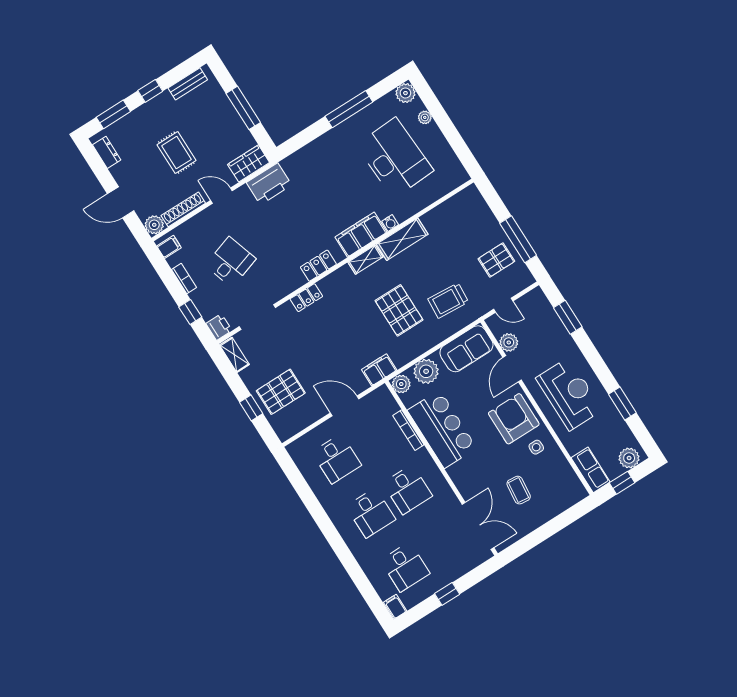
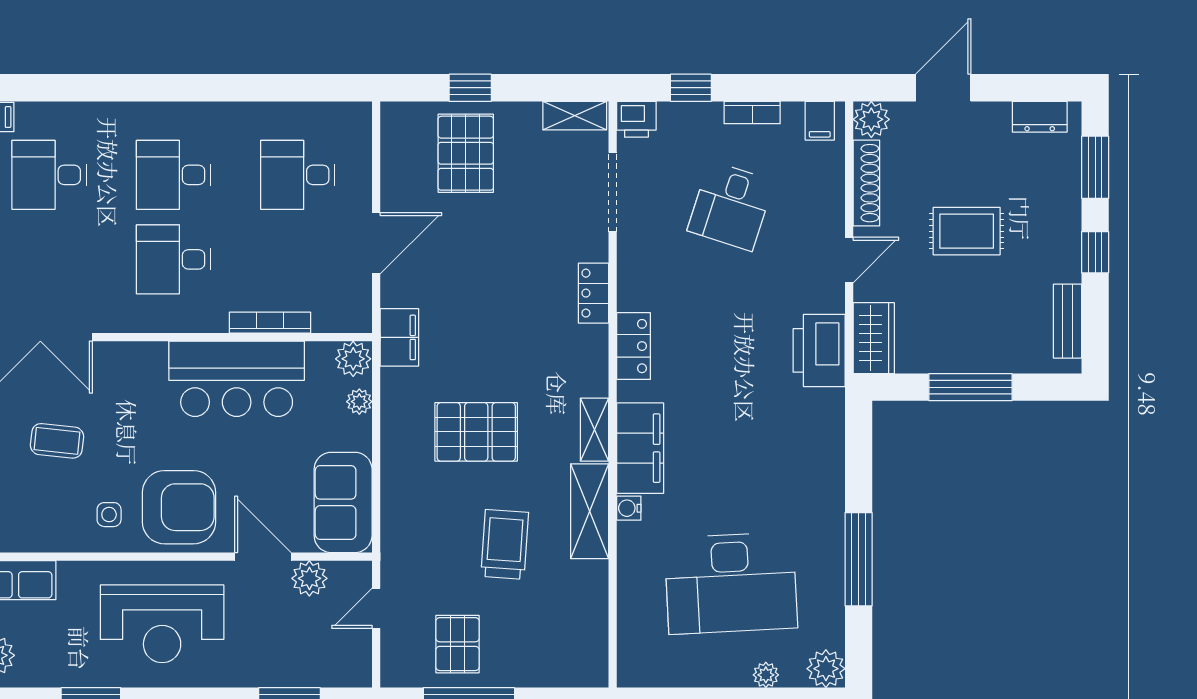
desk: (231, 262) -> (731, 206), turned 36
trolley: (448, 301) -> (505, 544), moved
plant: (426, 371) -> (359, 402), width x0.53, depth x0.53

